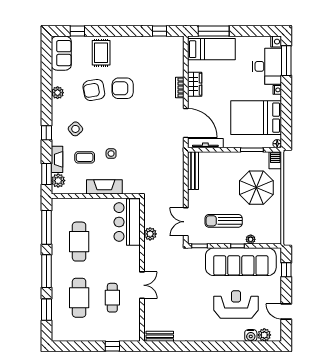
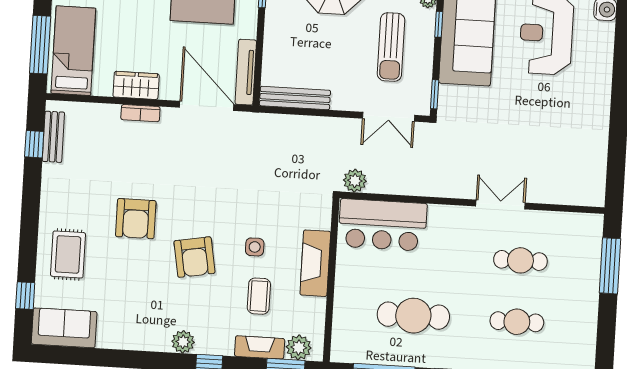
rug: (101, 53) -> (68, 254), turned 90
armchair: (94, 90) -> (194, 257), moved
plant: (58, 93) -> (183, 342), moved
door: (186, 123) -> (207, 106), hinge flipped
side table: (75, 129) -> (205, 310), removed
plant: (150, 234) -> (355, 181), moved
cafe table: (79, 298) -> (517, 322), width x0.73, depth x0.74
bench: (160, 336) -> (53, 137), moved
window: (112, 346) -> (610, 266), width x2.17

